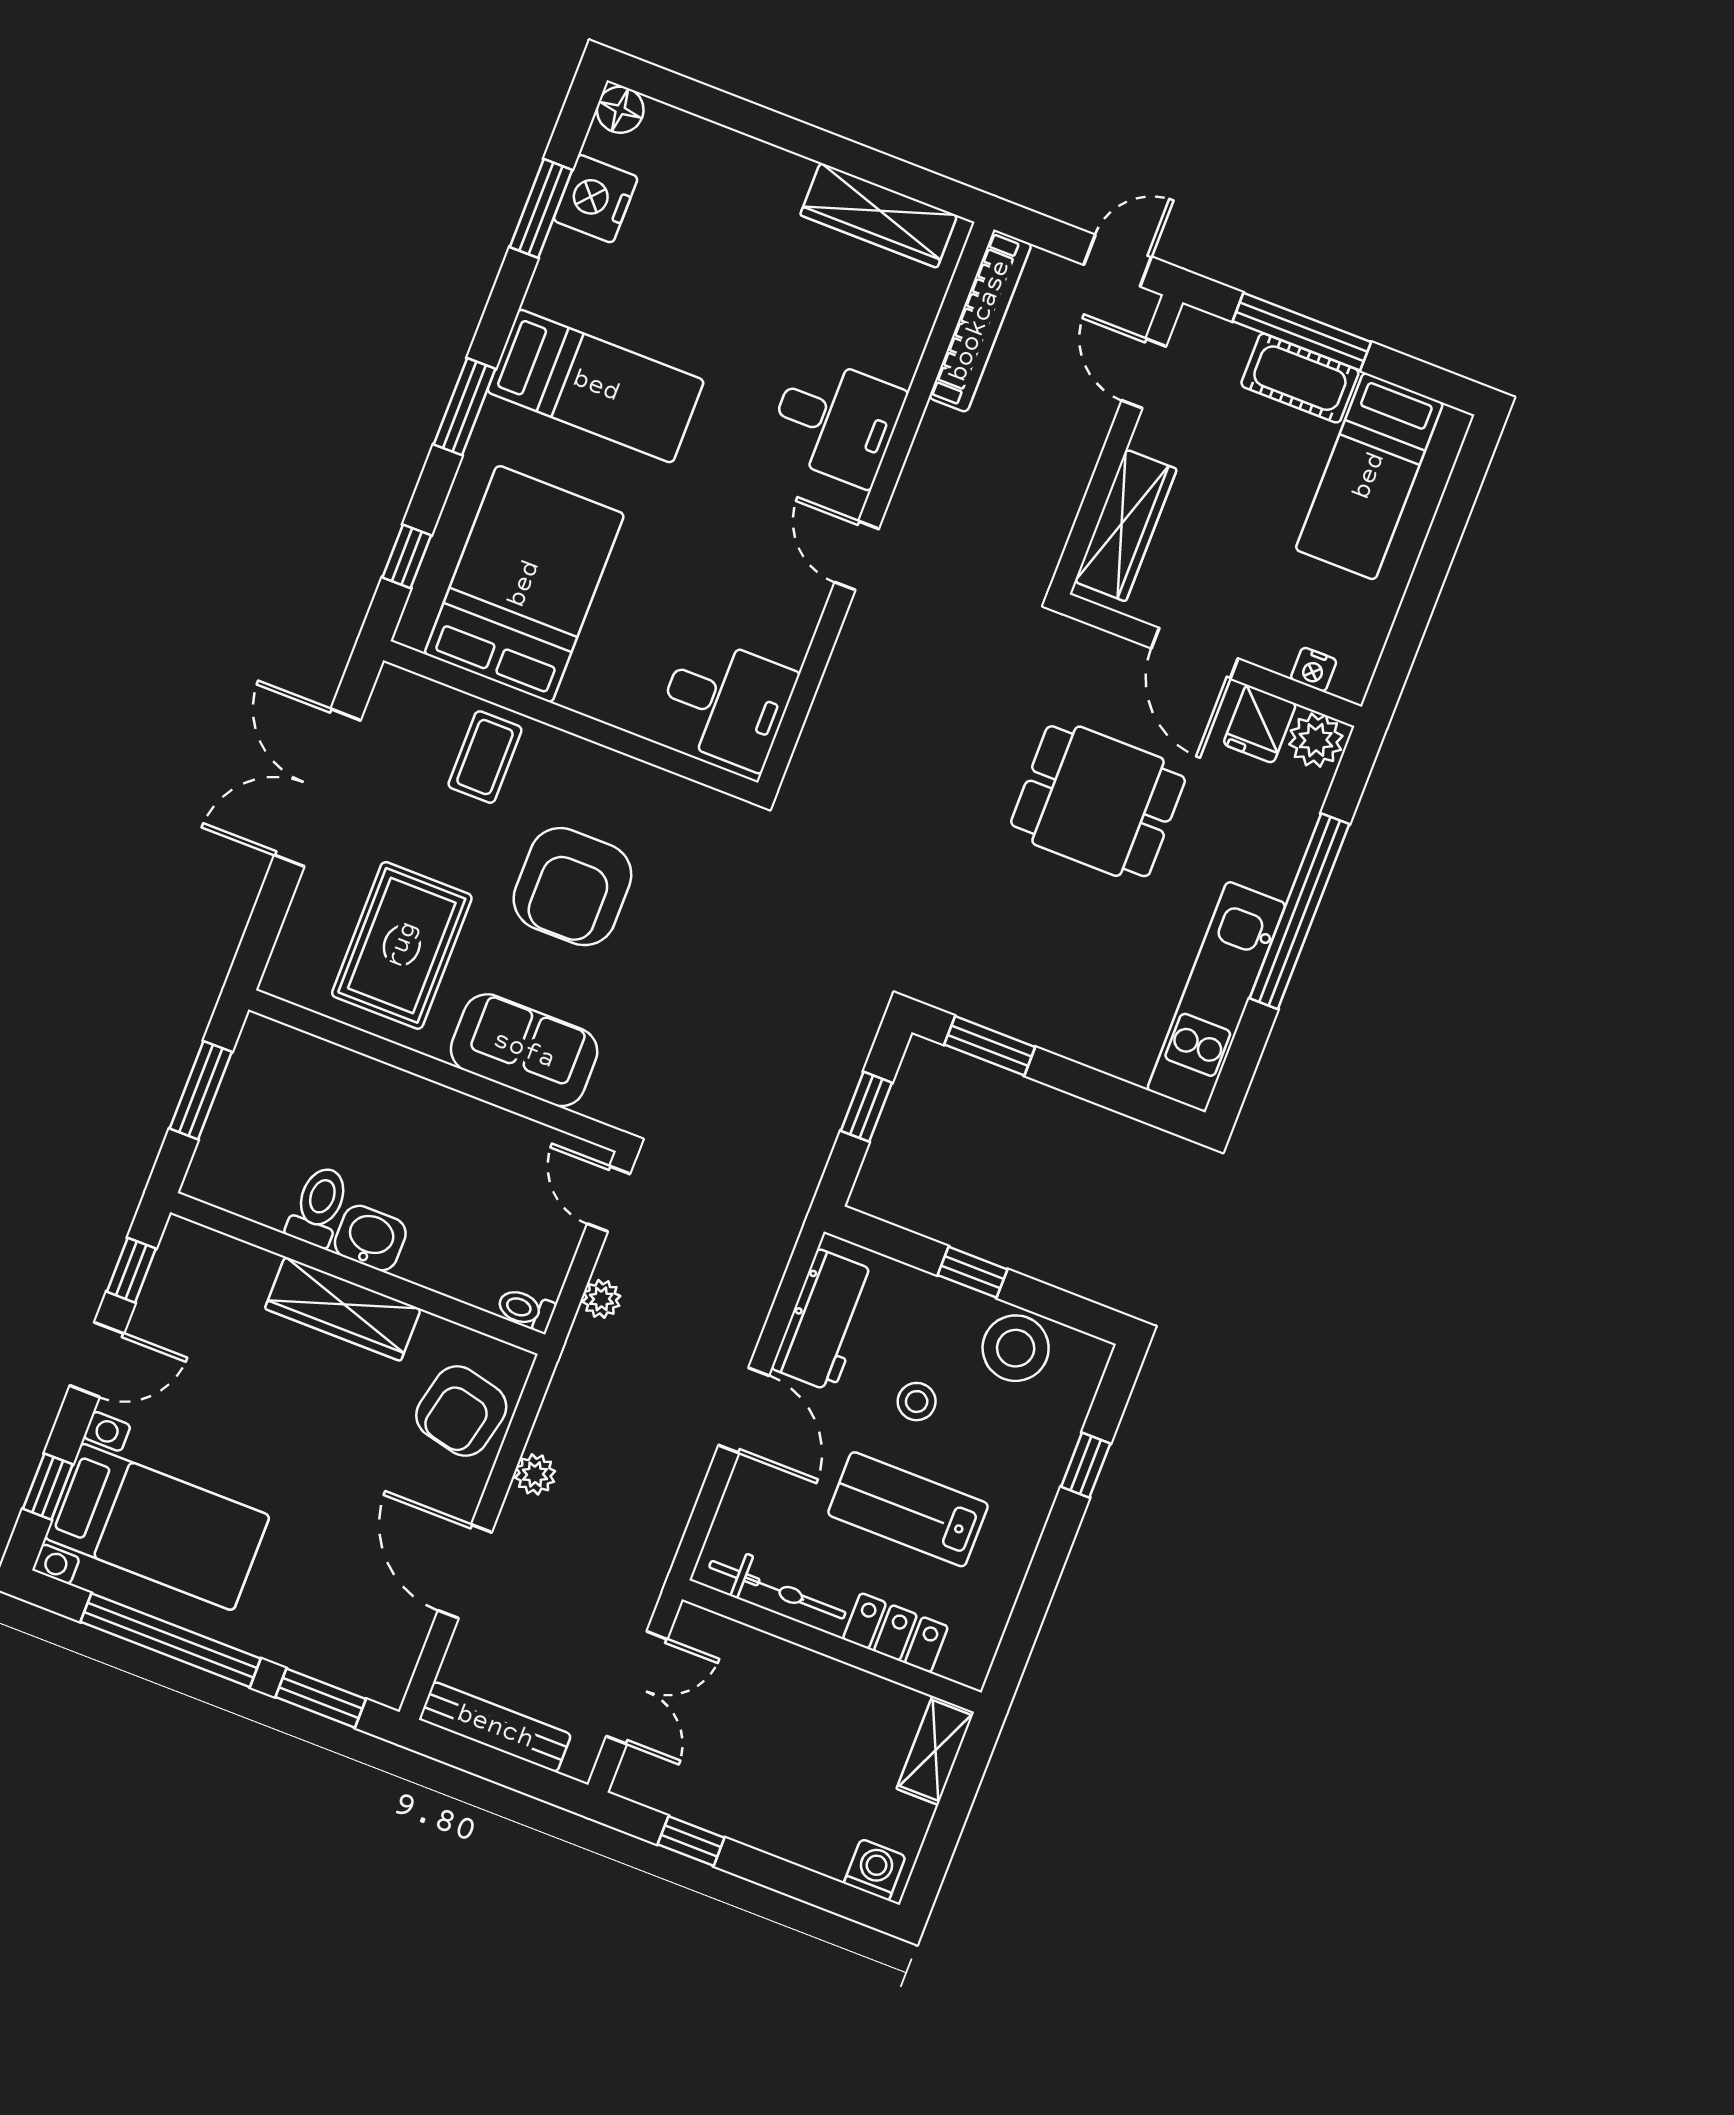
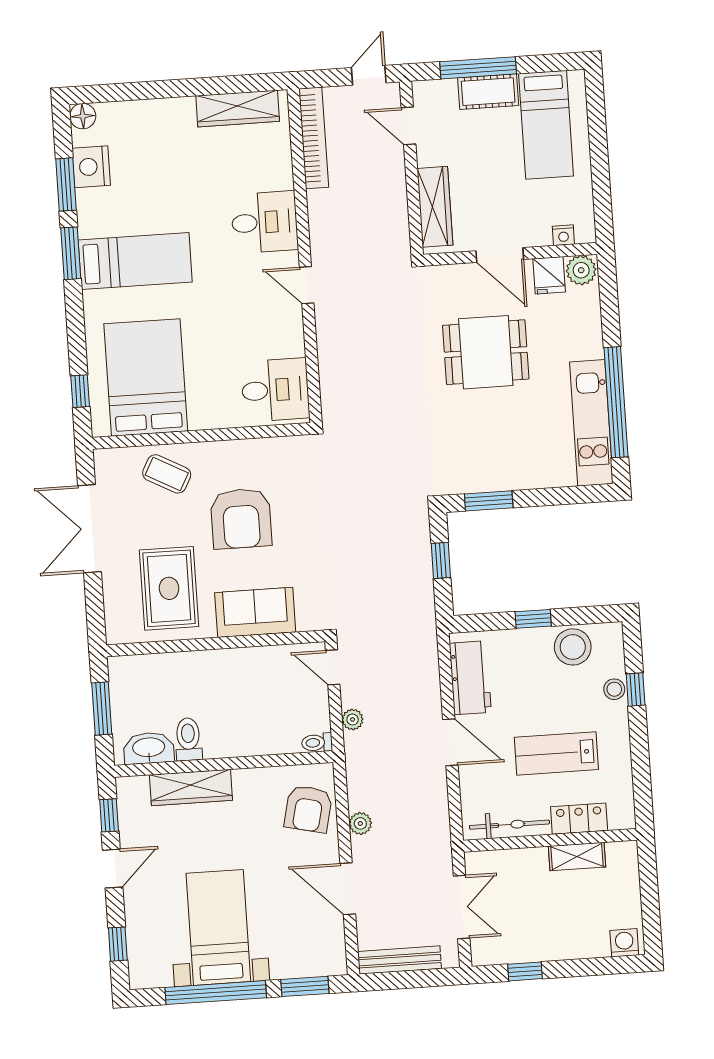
window: (465, 407) -> (71, 253), moved
coffee table: (485, 757) -> (167, 474), turned -62
window: (1299, 911) -> (616, 402), moved
washbasin: (370, 1238) -> (149, 748), moved, width x1.38
wardrobe: (343, 1309) -> (191, 787), moved
stool: (917, 1402) -> (614, 689), moved
bed with nightstands: (157, 1527) -> (218, 927), moved, turned -90
shelving: (935, 1750) -> (577, 857), moved, turned 90

